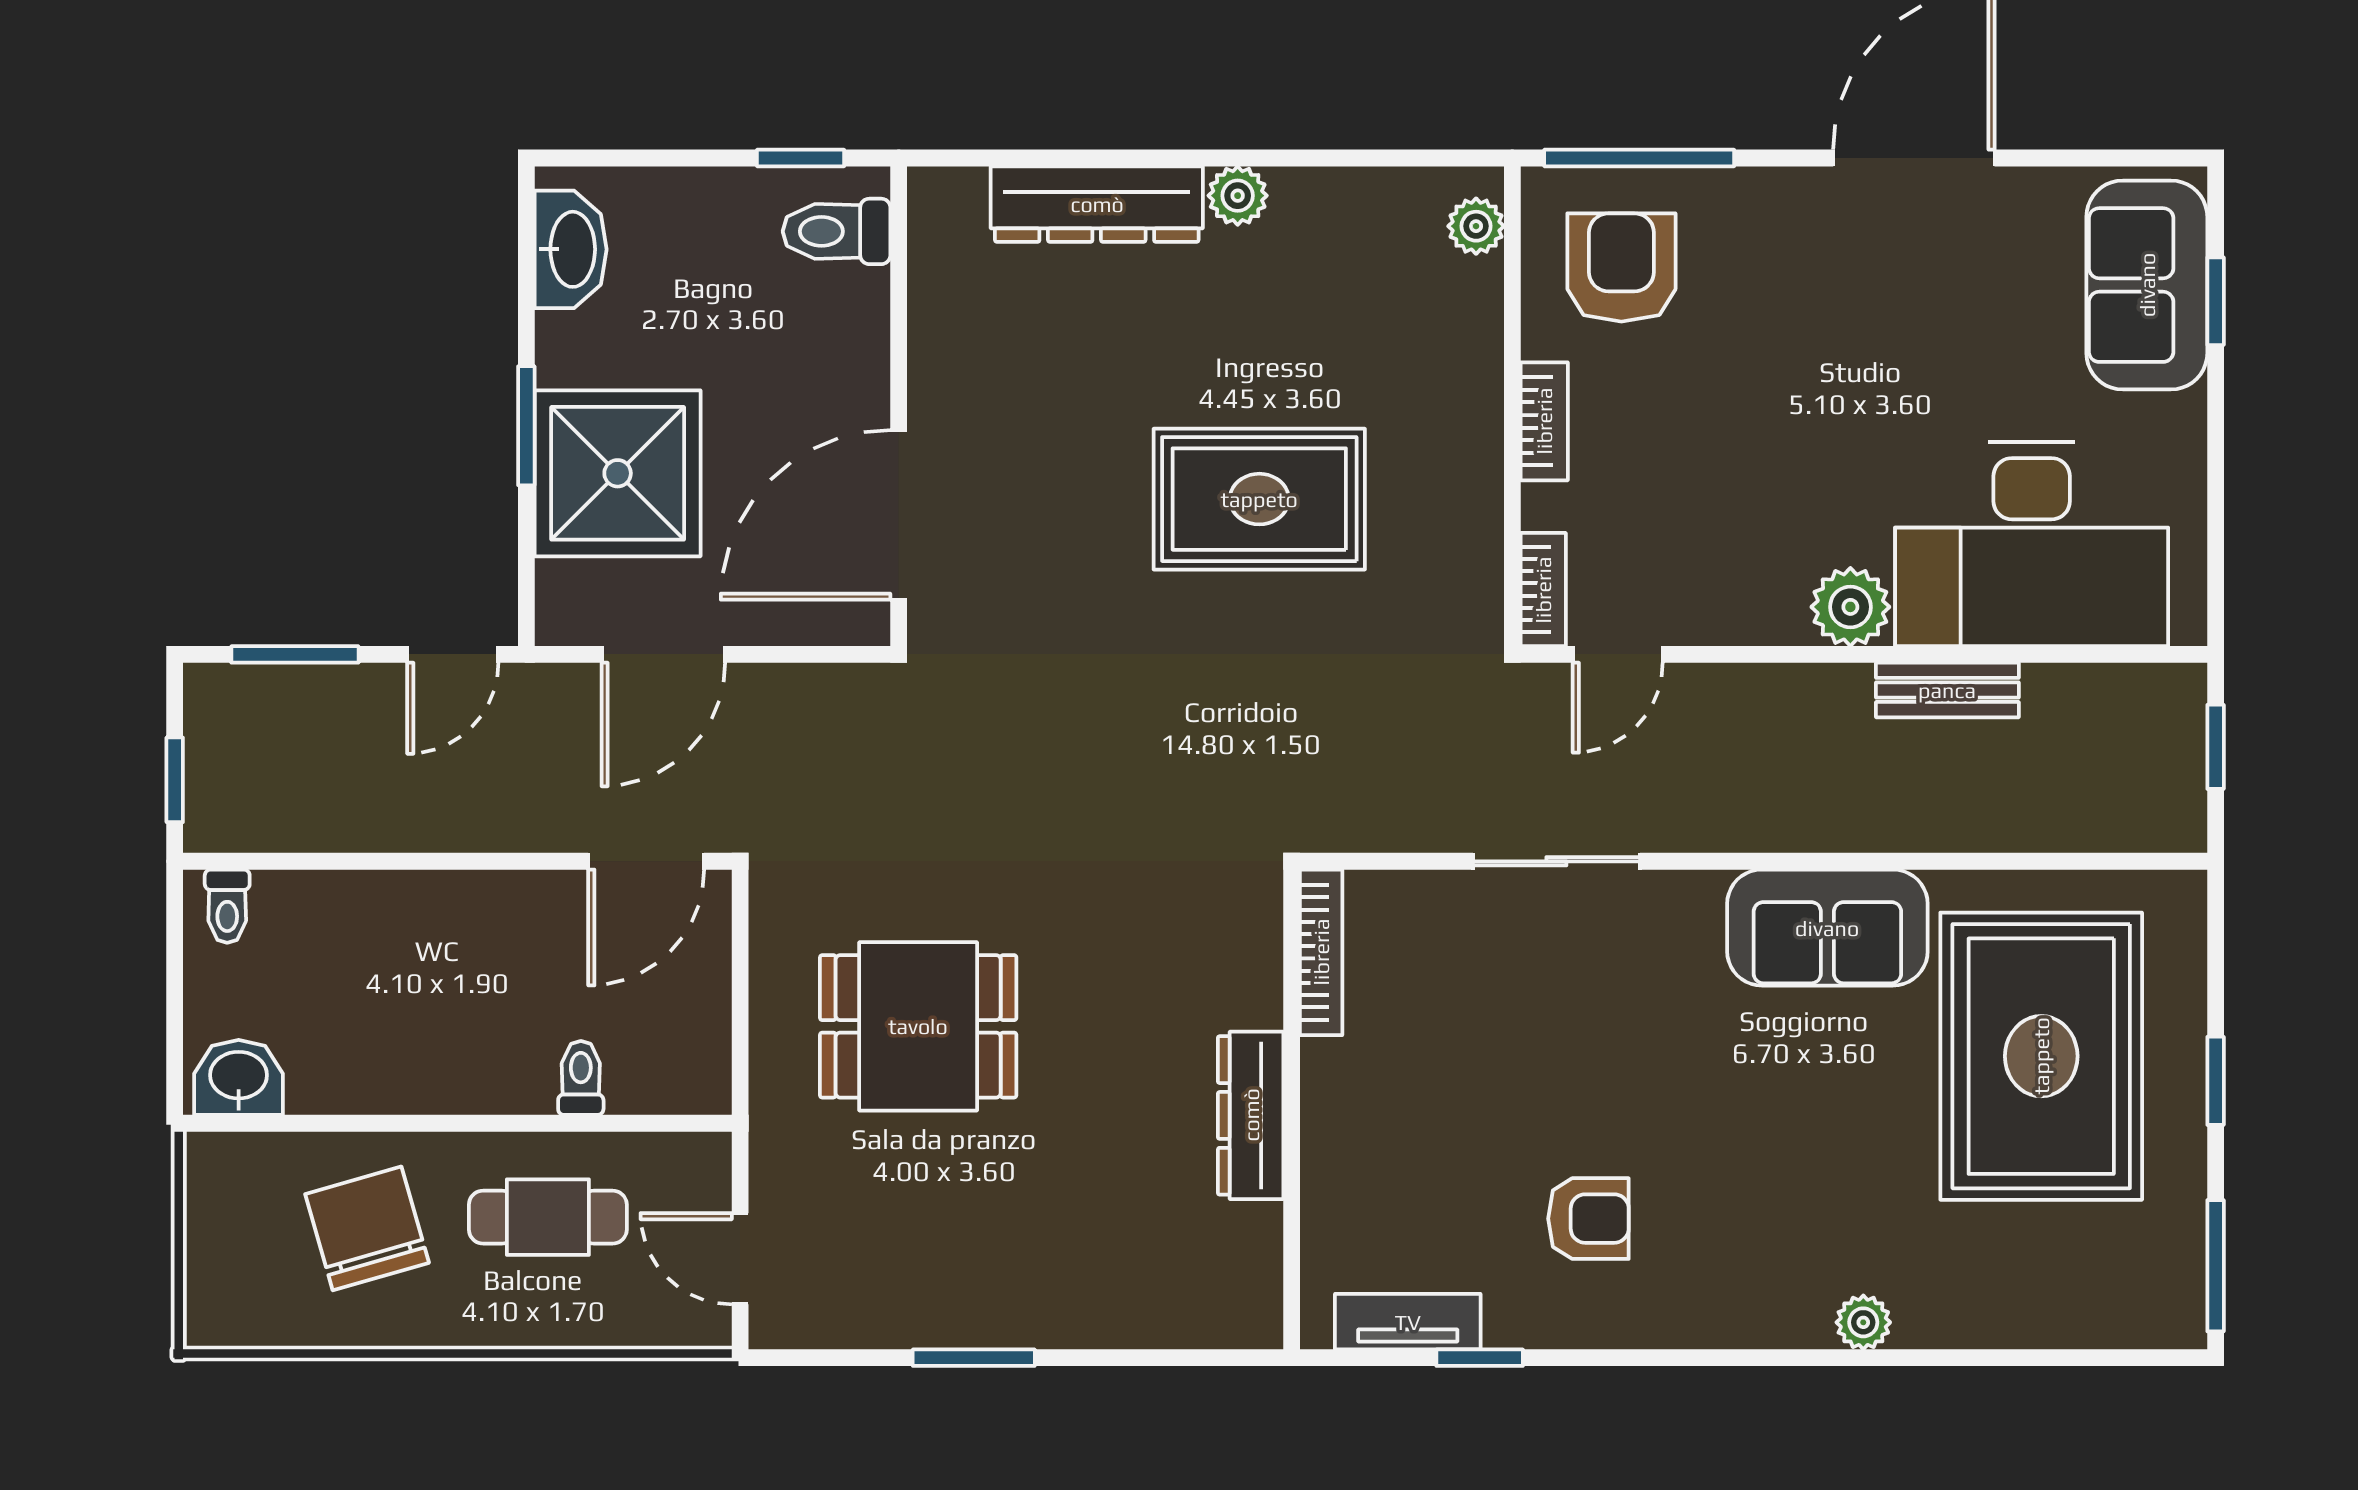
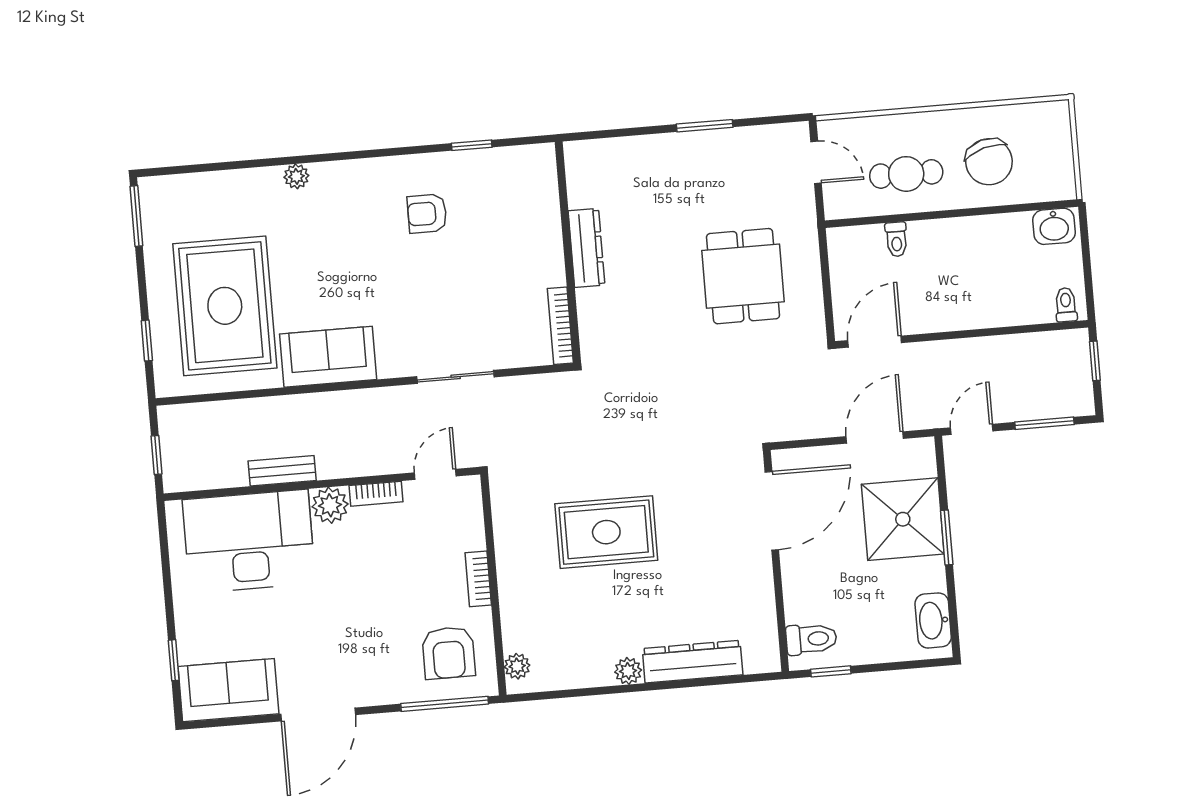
sofa: (2147, 285) -> (228, 690), moved, turned -90
bookcase: (1543, 590) -> (376, 494), moved, turned -90
dining table: (918, 1026) -> (743, 276), turned 90
window: (2216, 1081) -> (147, 341), moved
tv unit: (1408, 1322) -> (506, 159), removed

